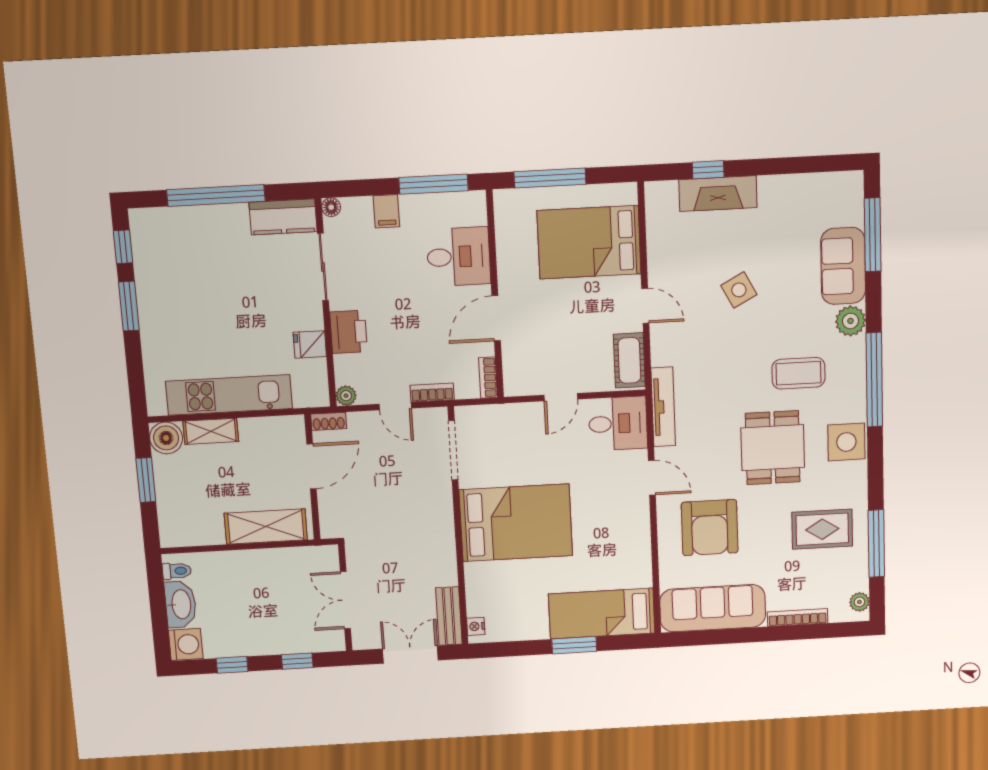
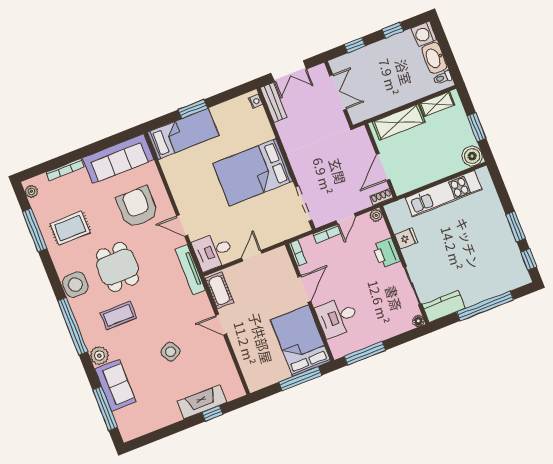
filing cabinet: (386, 211) -> (386, 329), removed
bed: (589, 242) -> (301, 341), moved, turned -90
door: (395, 406) -> (346, 219), swing flipped
shelving: (211, 431) -> (437, 104), moved

